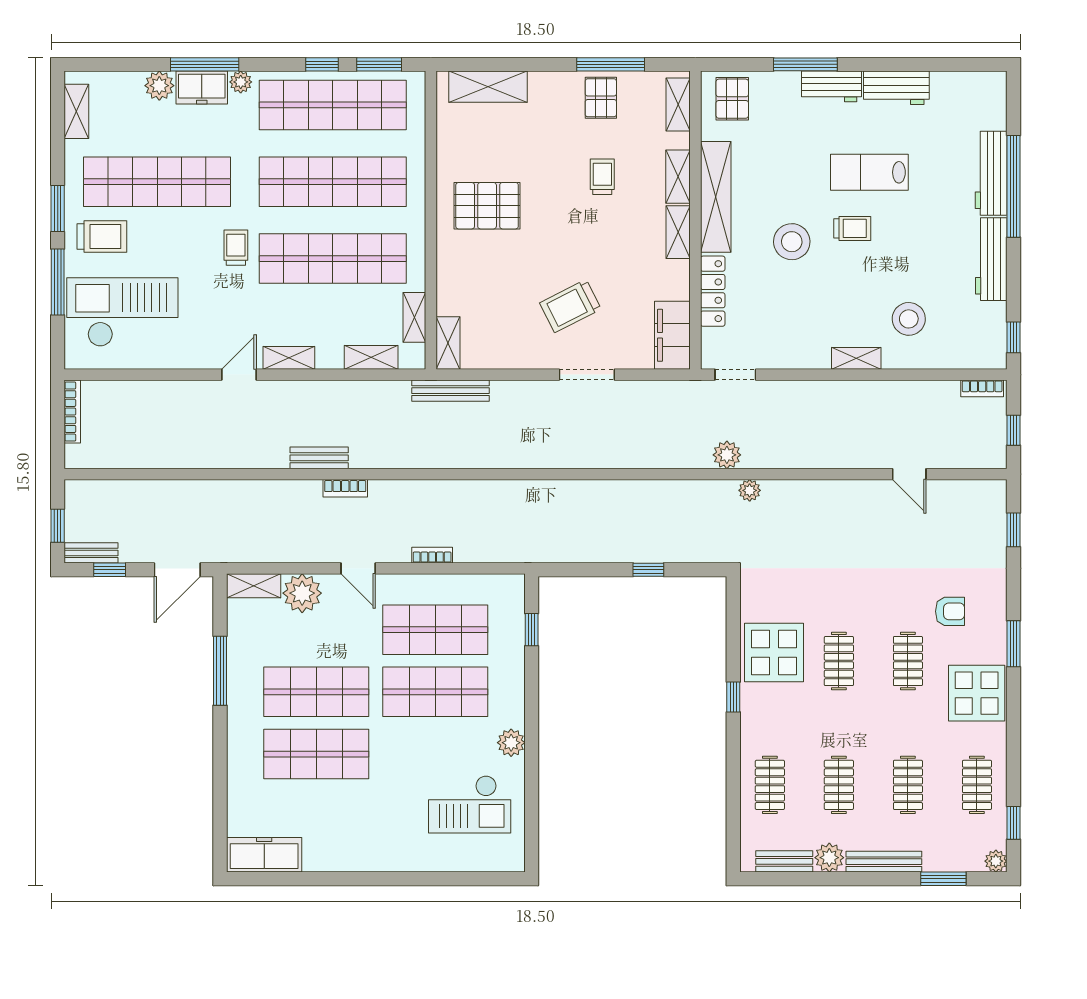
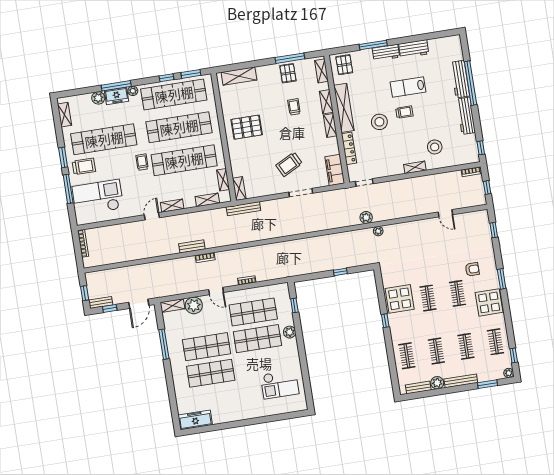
plant: (511, 743) -> (290, 332), moved

